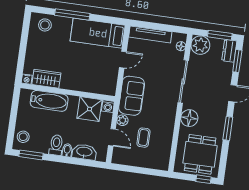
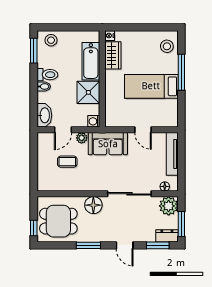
bed: (98, 33) -> (151, 86), moved, turned -90
shower: (90, 109) -> (88, 92), moved
washbasin: (84, 152) -> (44, 115), moved

